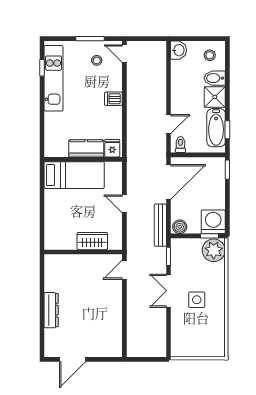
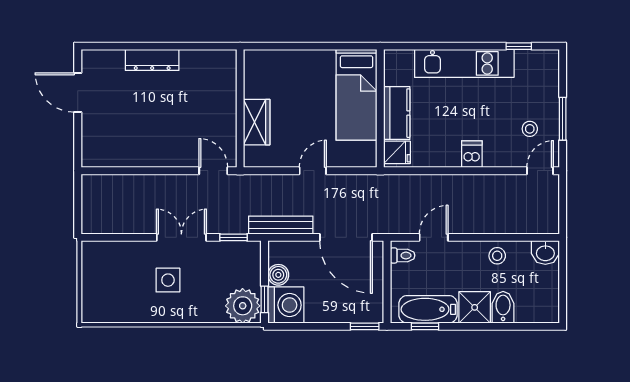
stool: (210, 55) -> (497, 256), moved
kitchen unit: (53, 78) -> (464, 63), moved
door: (169, 124) -> (434, 237), swing flipped
boiler: (180, 227) -> (278, 275), moved

